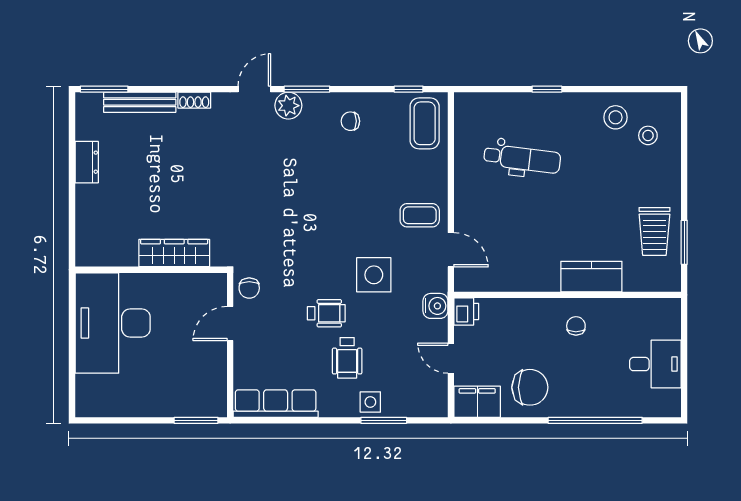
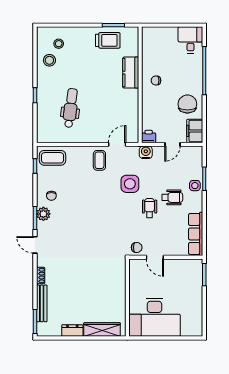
plant: (288, 106) -> (43, 214), moved
wardrobe: (174, 253) -> (102, 329), moved, turned 90
desk: (655, 364) -> (190, 40), moved

